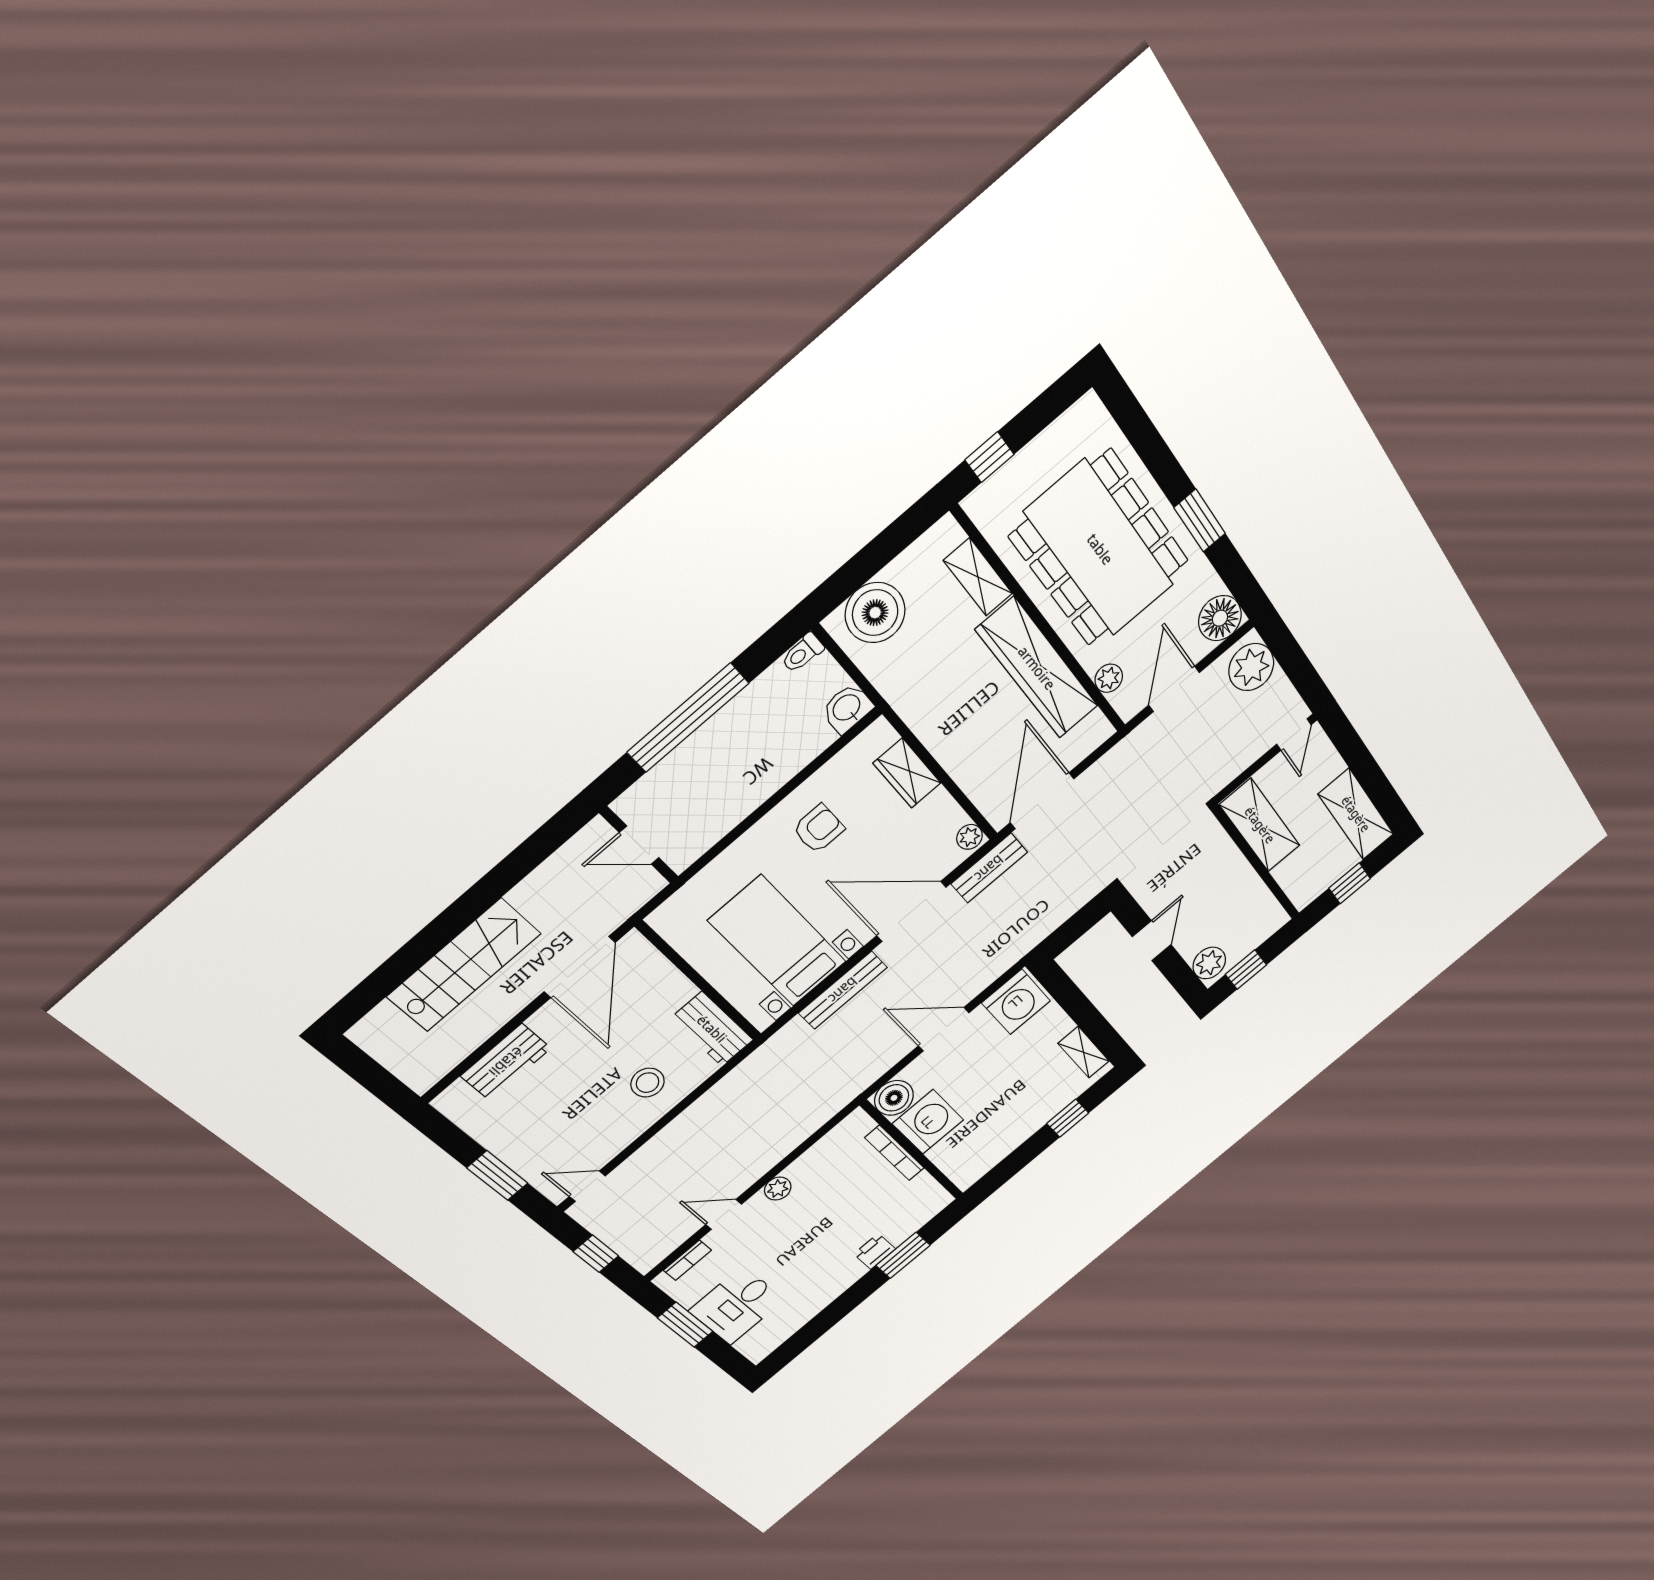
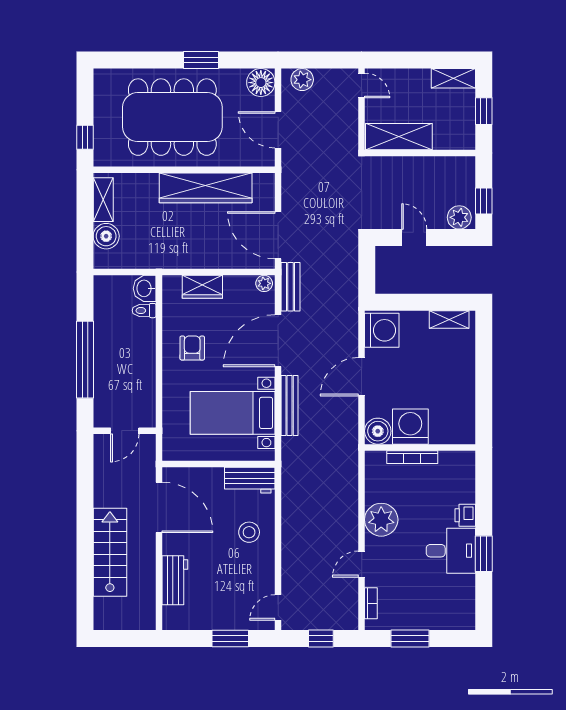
shelving: (978, 577) -> (103, 200), moved, turned 90
boiler: (875, 613) -> (106, 236), width x0.73, depth x0.73
toilet: (802, 653) -> (144, 311), moved, turned 90
plant: (1251, 667) -> (302, 80), width x0.73, depth x0.73
plant: (1109, 678) -> (243, 158), removed
shelving: (1356, 814) -> (453, 78), width x0.67, depth x0.75
window: (1068, 1118) -> (484, 357), removed
plant: (778, 1189) -> (381, 520), width x1.87, depth x1.87
window: (903, 1255) -> (484, 554), moved
desk: (737, 1305) -> (451, 551), moved, turned -90

